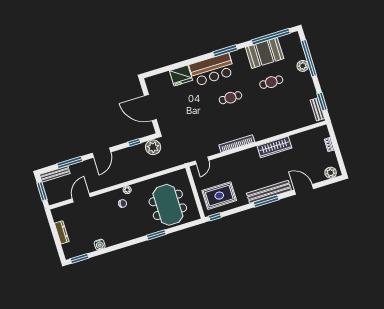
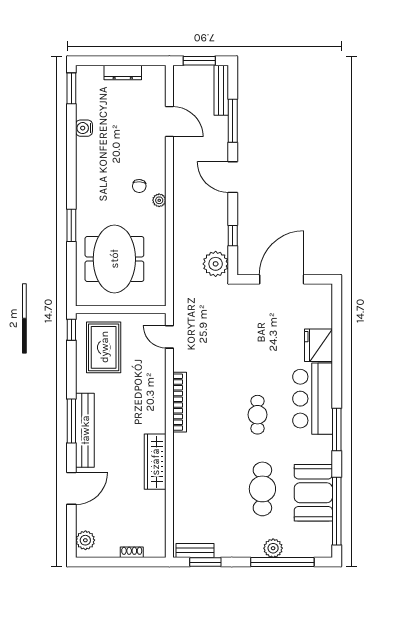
cafe table: (271, 82) -> (262, 489), width x1.37, depth x1.35
meeting table: (168, 205) -> (114, 259), turned 90

